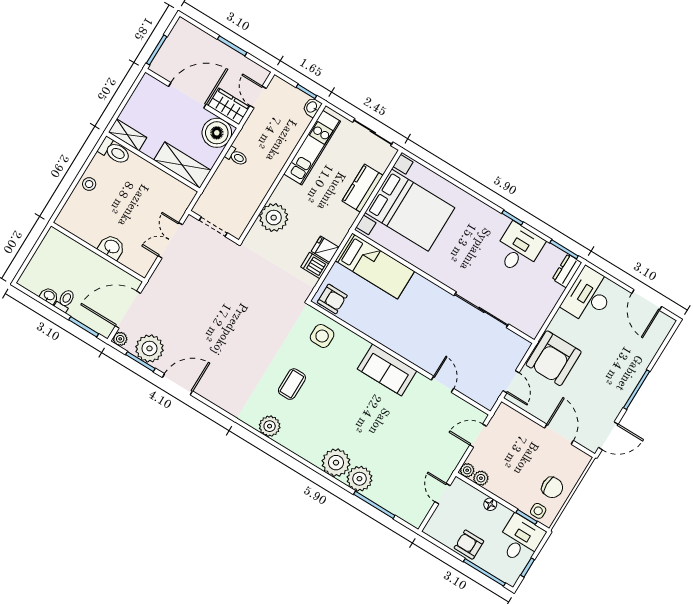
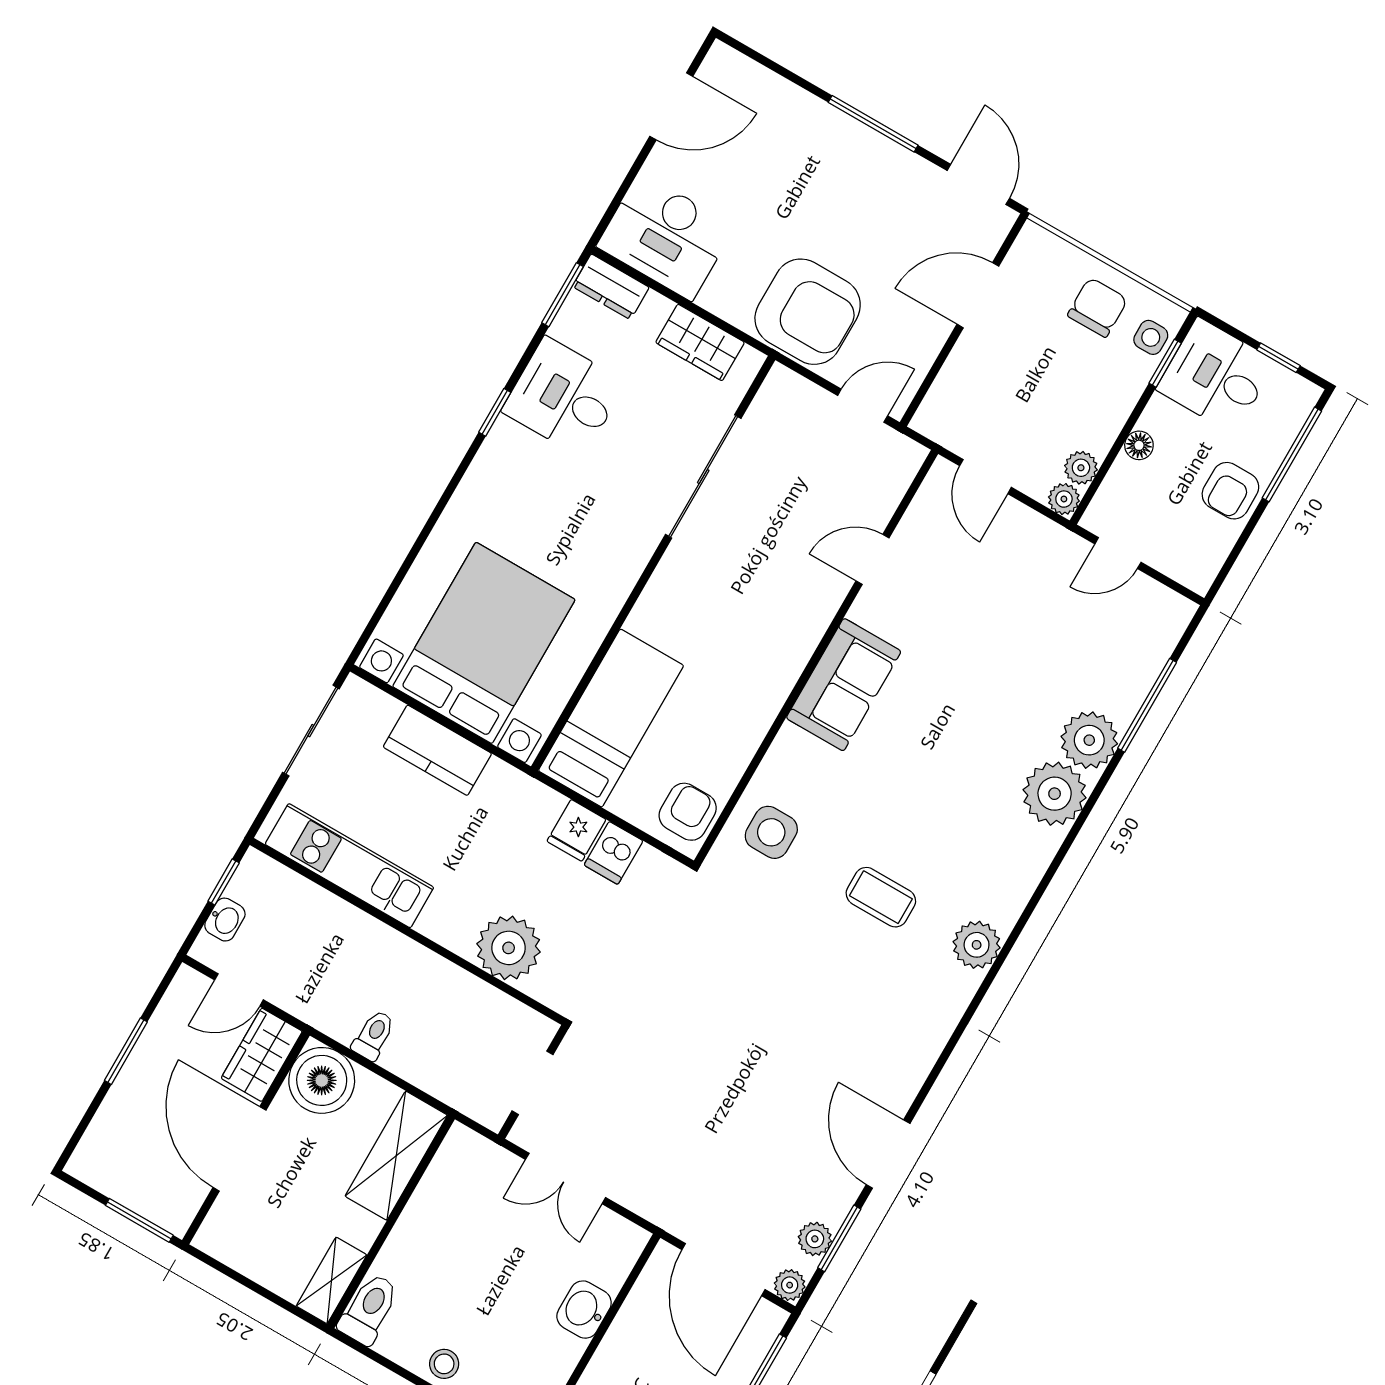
washbasin: (312, 107) -> (225, 920), moved, turned -90
wardrobe: (541, 310) -> (700, 342), added
plant: (149, 348) -> (815, 1239), width x0.53, depth x0.53

